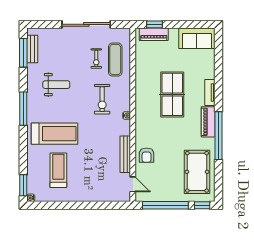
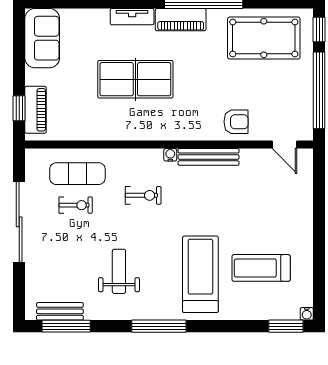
exercise bike: (102, 99) -> (143, 195), width x0.73, depth x0.72
bench: (125, 154) -> (209, 157), moved
door: (133, 184) -> (285, 145), swing flipped

